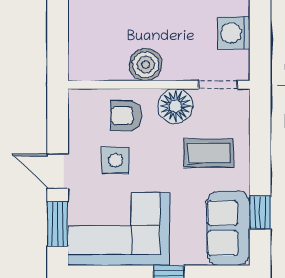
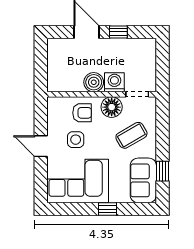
washing machine: (234, 33) -> (114, 82), moved, turned 90
armchair: (126, 116) -> (82, 113), turned 180
coffee table: (208, 153) -> (131, 135), turned -30
window: (58, 224) -> (41, 178), removed

